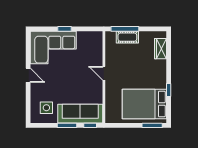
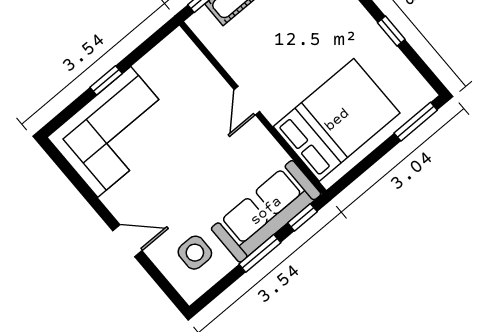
door: (104, 73) -> (247, 100), hinge flipped
door: (28, 75) -> (127, 241), moved
bed: (144, 104) -> (337, 120), moved, turned 180

